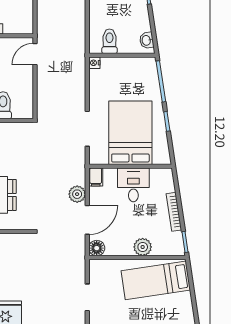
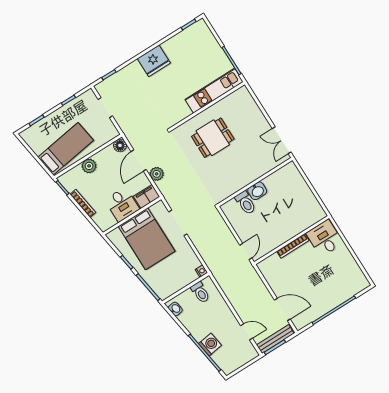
filing cabinet: (96, 177) -> (147, 197), width x2.00

